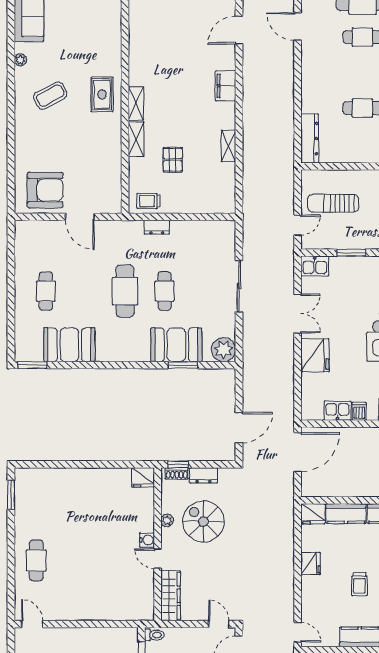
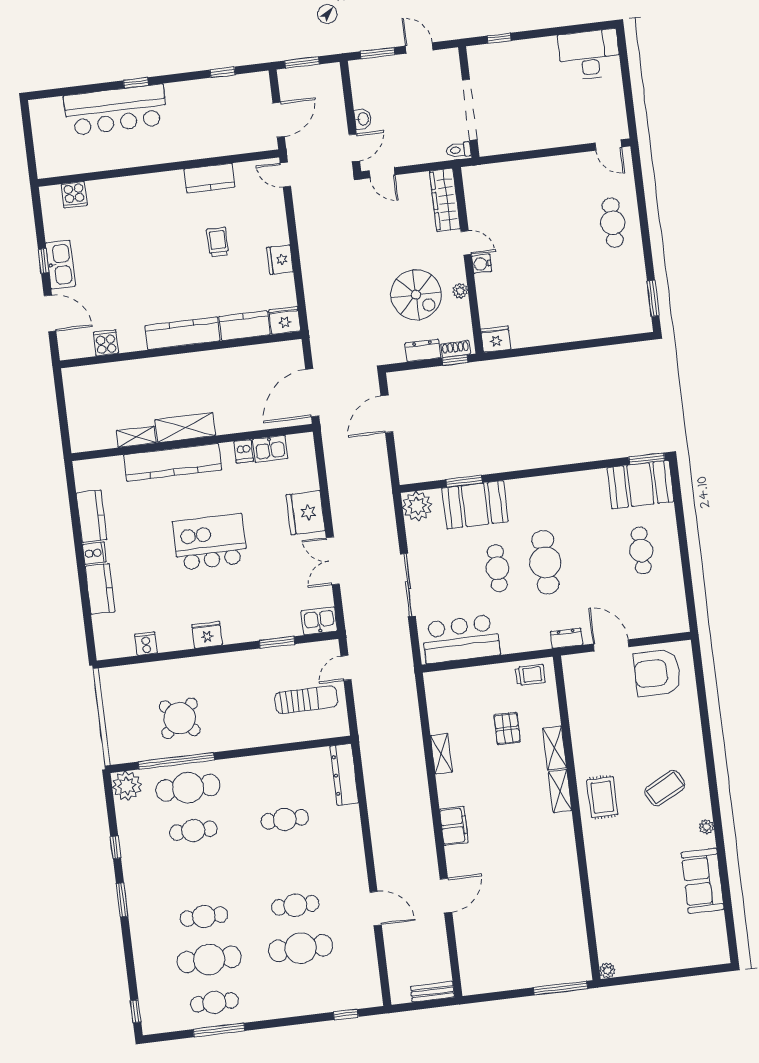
dresser: (157, 227) -> (566, 638), moved
bar counter: (201, 237) -> (461, 639), added
booth: (69, 345) -> (641, 485), moved

